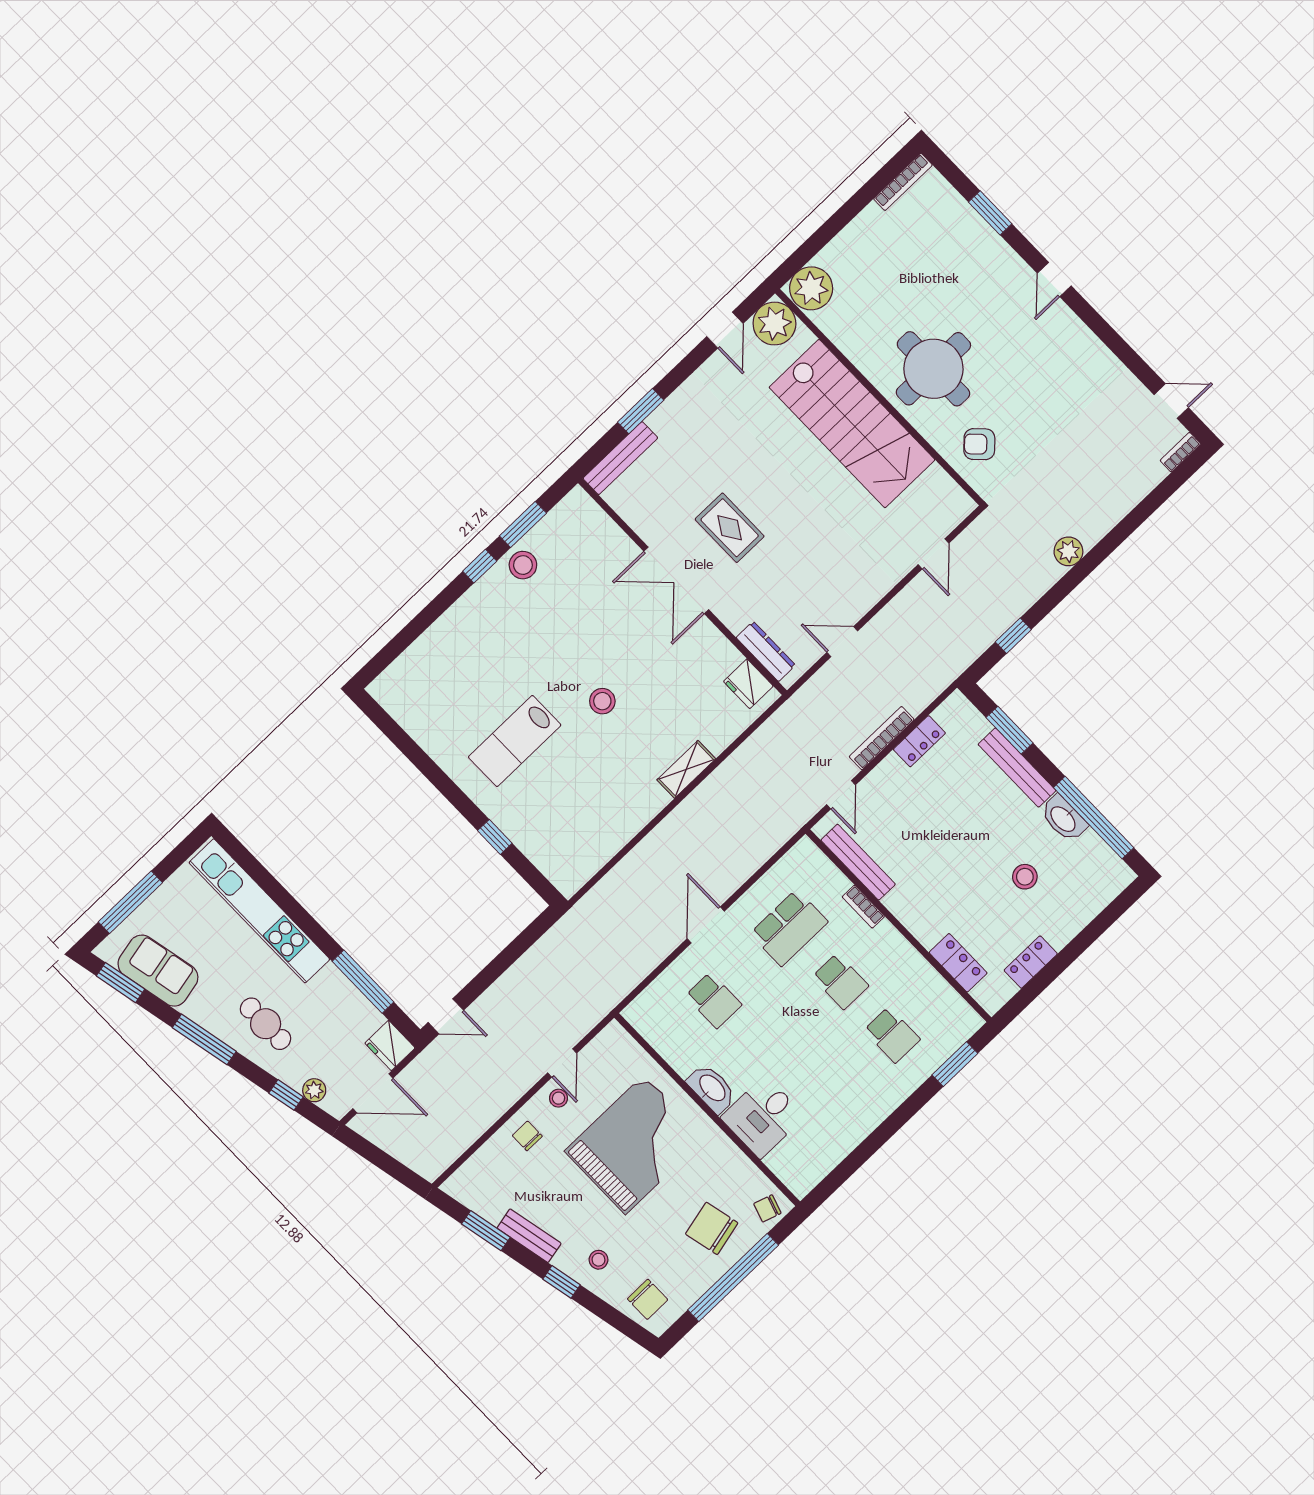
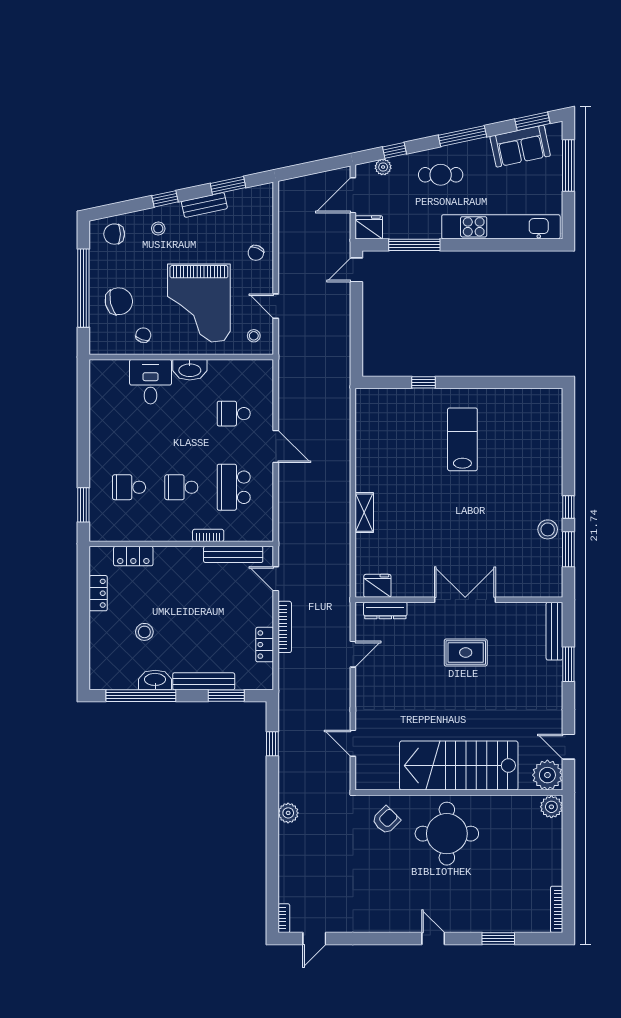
plant: (811, 288) -> (551, 807), width x0.73, depth x0.73
stool: (602, 701) -> (440, 503), removed
stool: (559, 1098) -> (254, 336), moved
chair: (527, 1136) -> (256, 253), turned 113
chair: (767, 1208) -> (143, 335), moved

